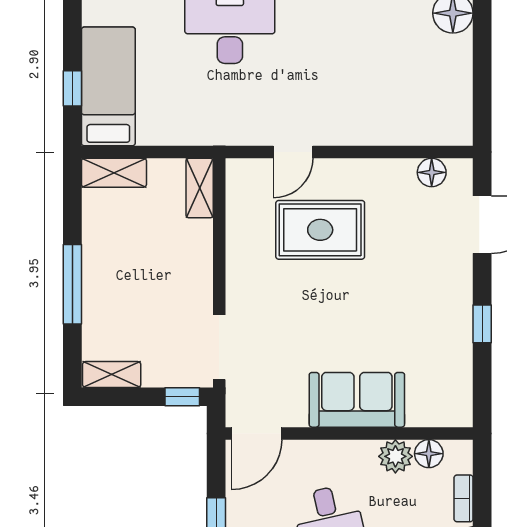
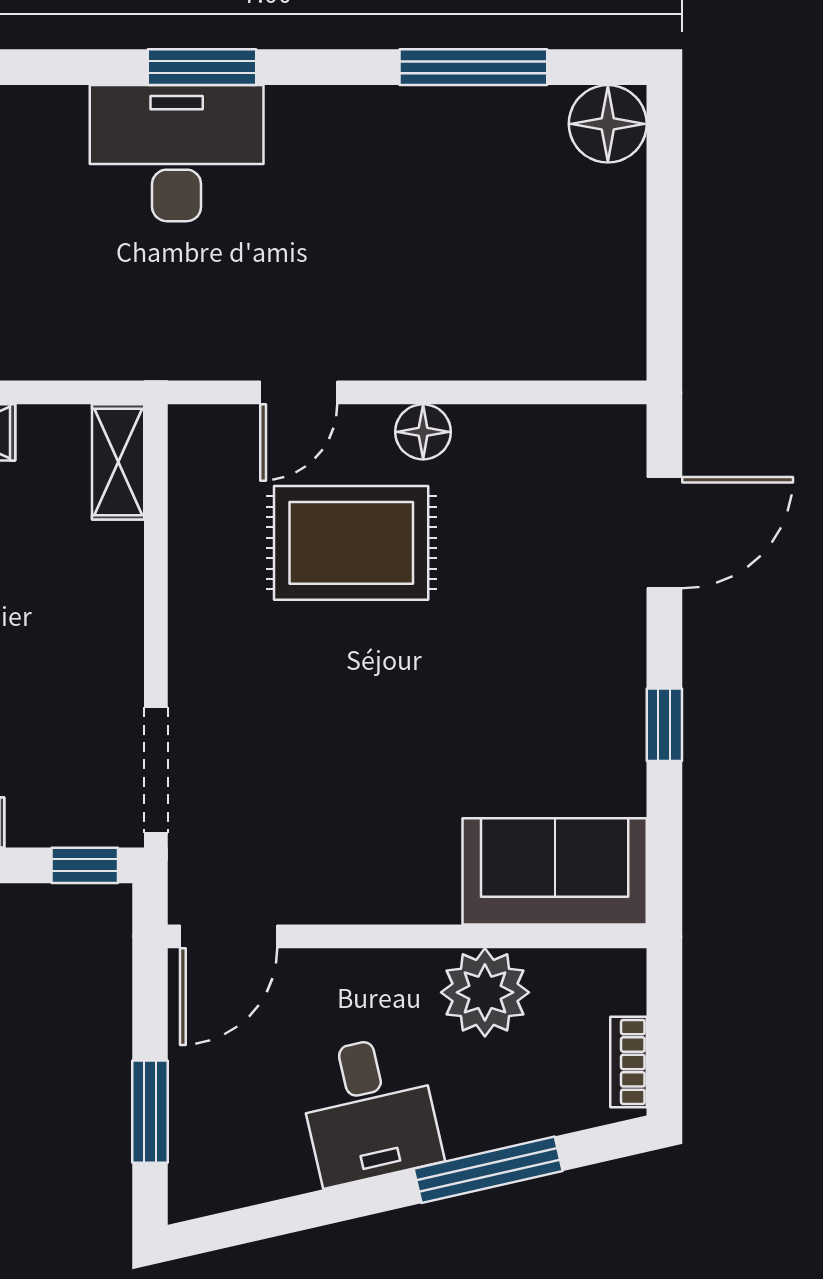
floor lamp: (432, 172) -> (423, 432), moved
sofa: (357, 400) -> (555, 871), moved
floor lamp: (429, 454) -> (561, 975), removed
plant: (395, 456) -> (485, 992), width x1.36, depth x1.36

